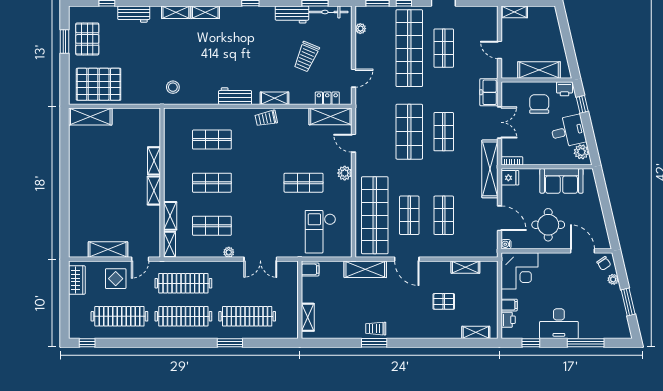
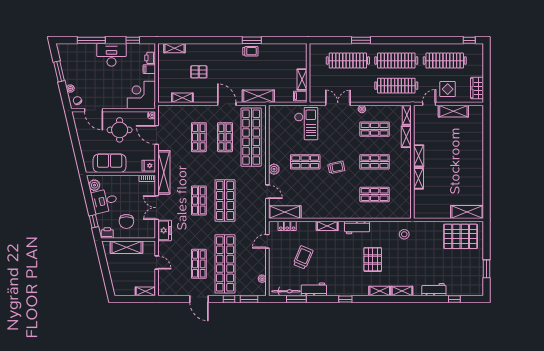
pallet: (87, 39) -> (373, 259), moved
trolley: (266, 118) -> (336, 167), moved
checkout: (320, 232) -> (306, 124), moved
shelving: (308, 317) -> (302, 80), moved

